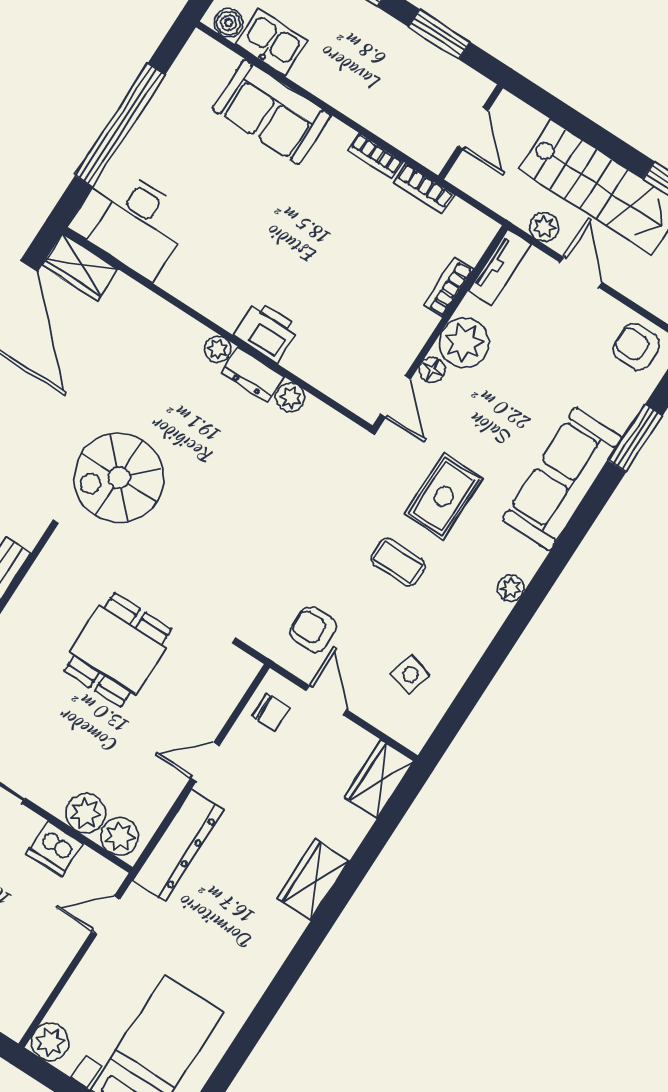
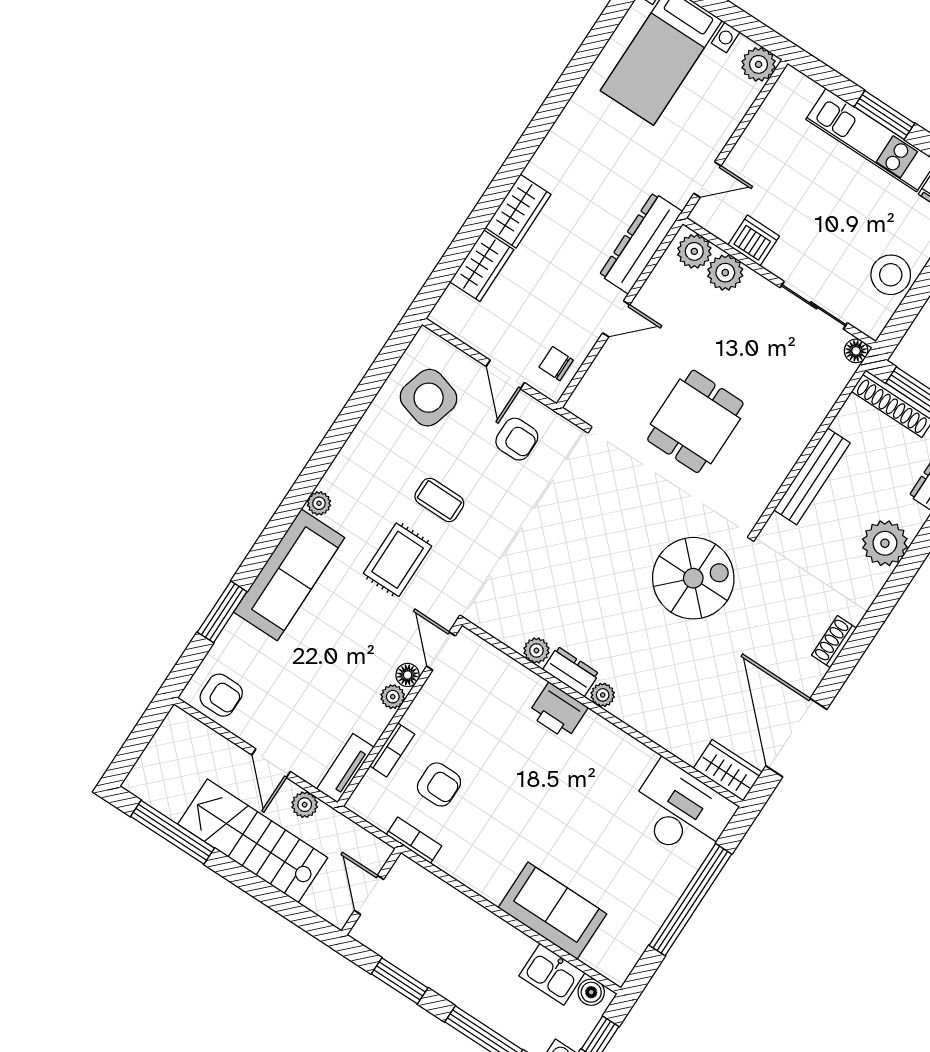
bookcase: (375, 156) -> (458, 870), removed
armchair: (397, 250) -> (439, 784), added
plant: (464, 343) -> (393, 697), width x0.53, depth x0.53
plant: (510, 588) -> (319, 503), moved
side table: (410, 674) -> (429, 398), width x1.87, depth x1.87
wardrobe: (379, 779) -> (482, 266), moved

